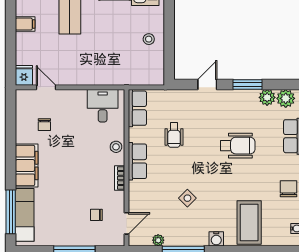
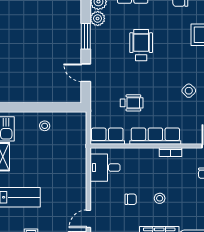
chair: (44, 125) -> (131, 199), moved
stool: (116, 147) -> (160, 198), moved
row of seats: (137, 161) -> (155, 136), width x1.48

